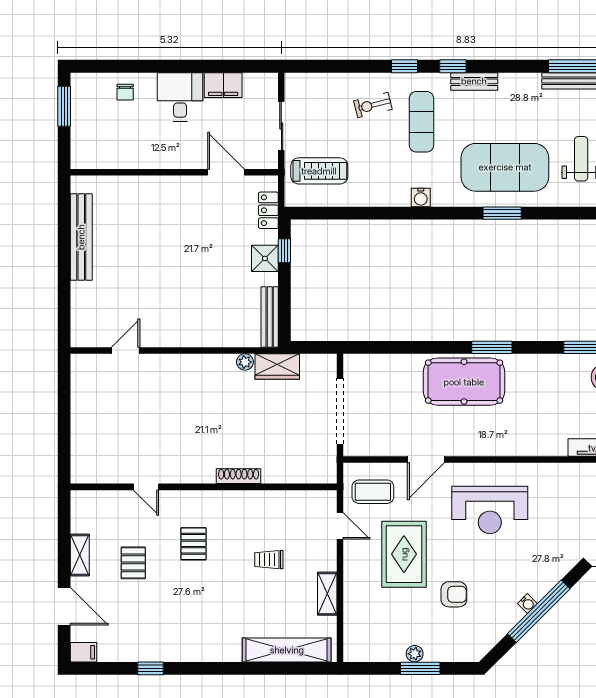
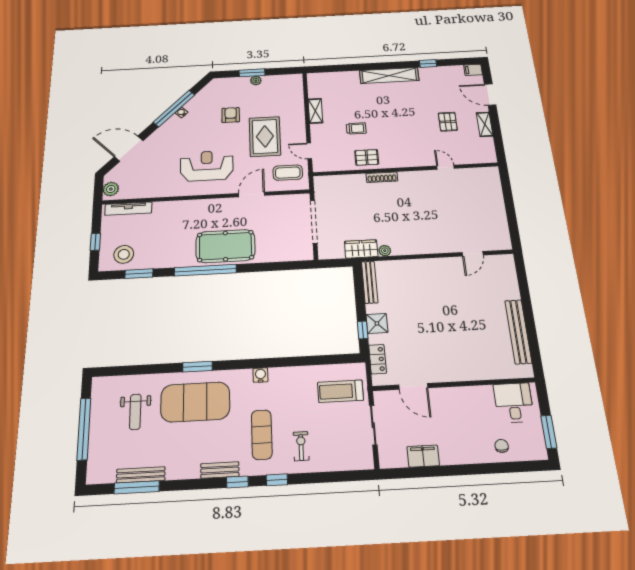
desk: (180, 97) -> (514, 403), moved, turned 180
exercise bike: (373, 105) -> (301, 446), turned -76
window: (492, 347) -> (205, 270), width x2.11
pallet: (194, 544) -> (367, 157), moved, turned 90
armchair: (454, 594) -> (231, 115), turned 90
shelving: (287, 650) -> (389, 76), moved

